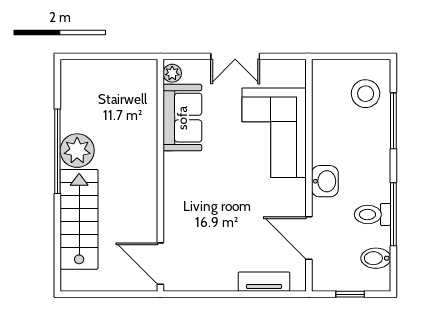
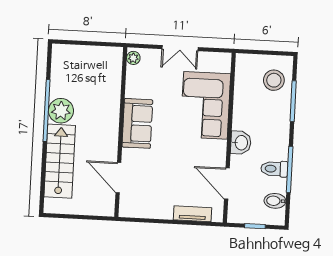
sofa: (182, 118) -> (137, 123), moved
door: (160, 264) -> (118, 178), moved

